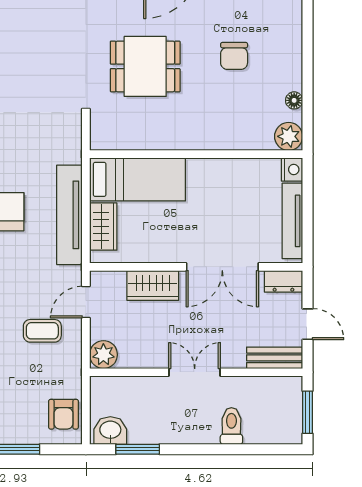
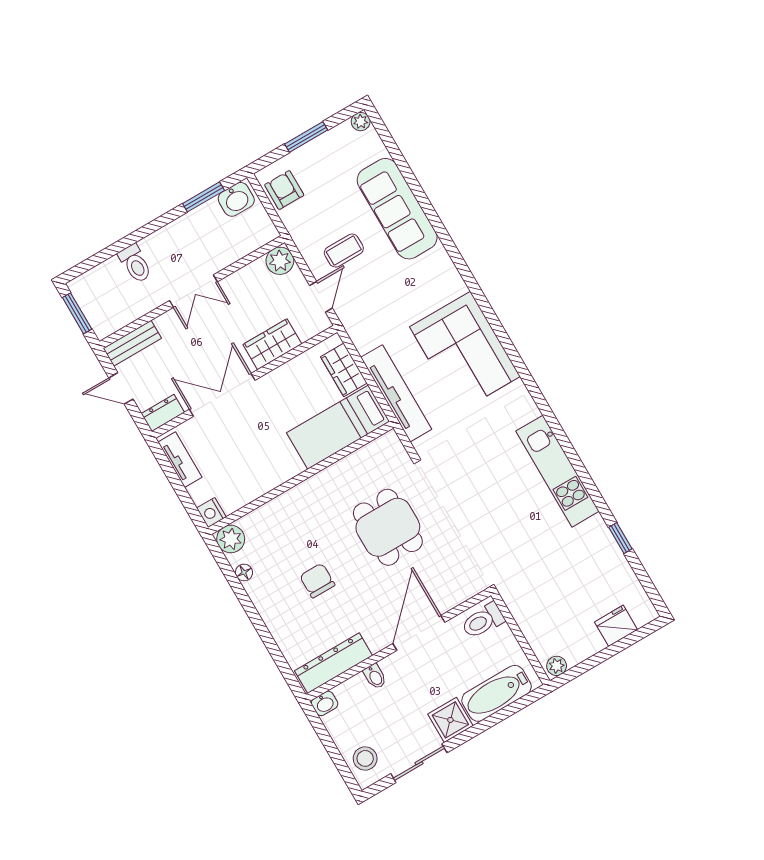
dining table: (145, 66) -> (388, 527), turned 90
tv unit: (69, 215) -> (396, 393), moved
tv unit: (292, 221) -> (180, 460), width x0.71

